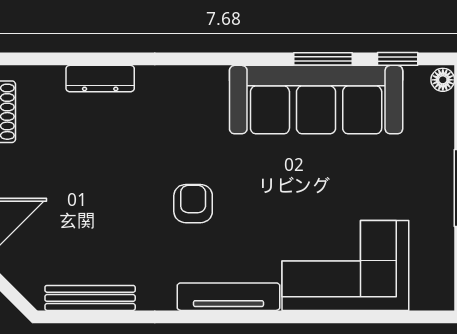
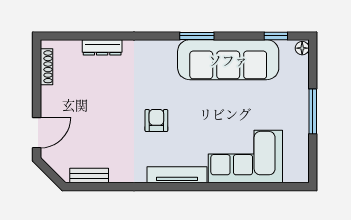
window: (323, 59) -> (197, 36), moved
bench: (90, 298) -> (89, 176), width x0.73

